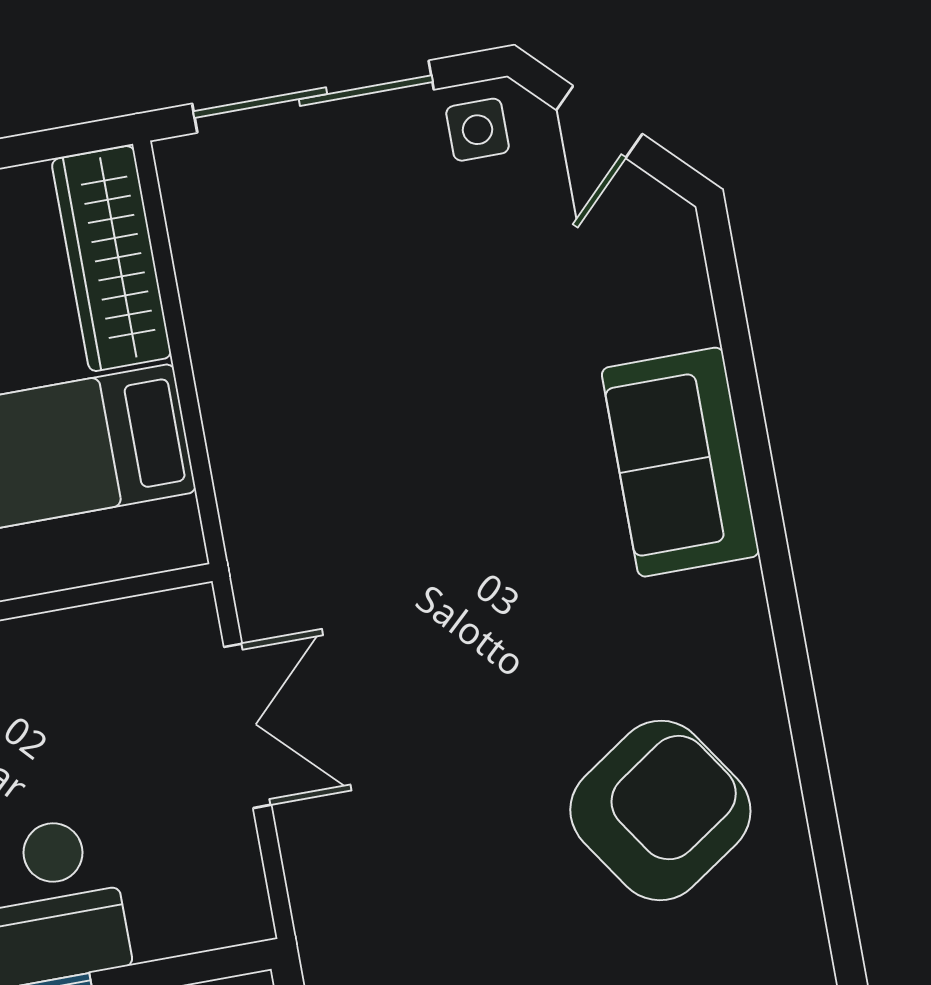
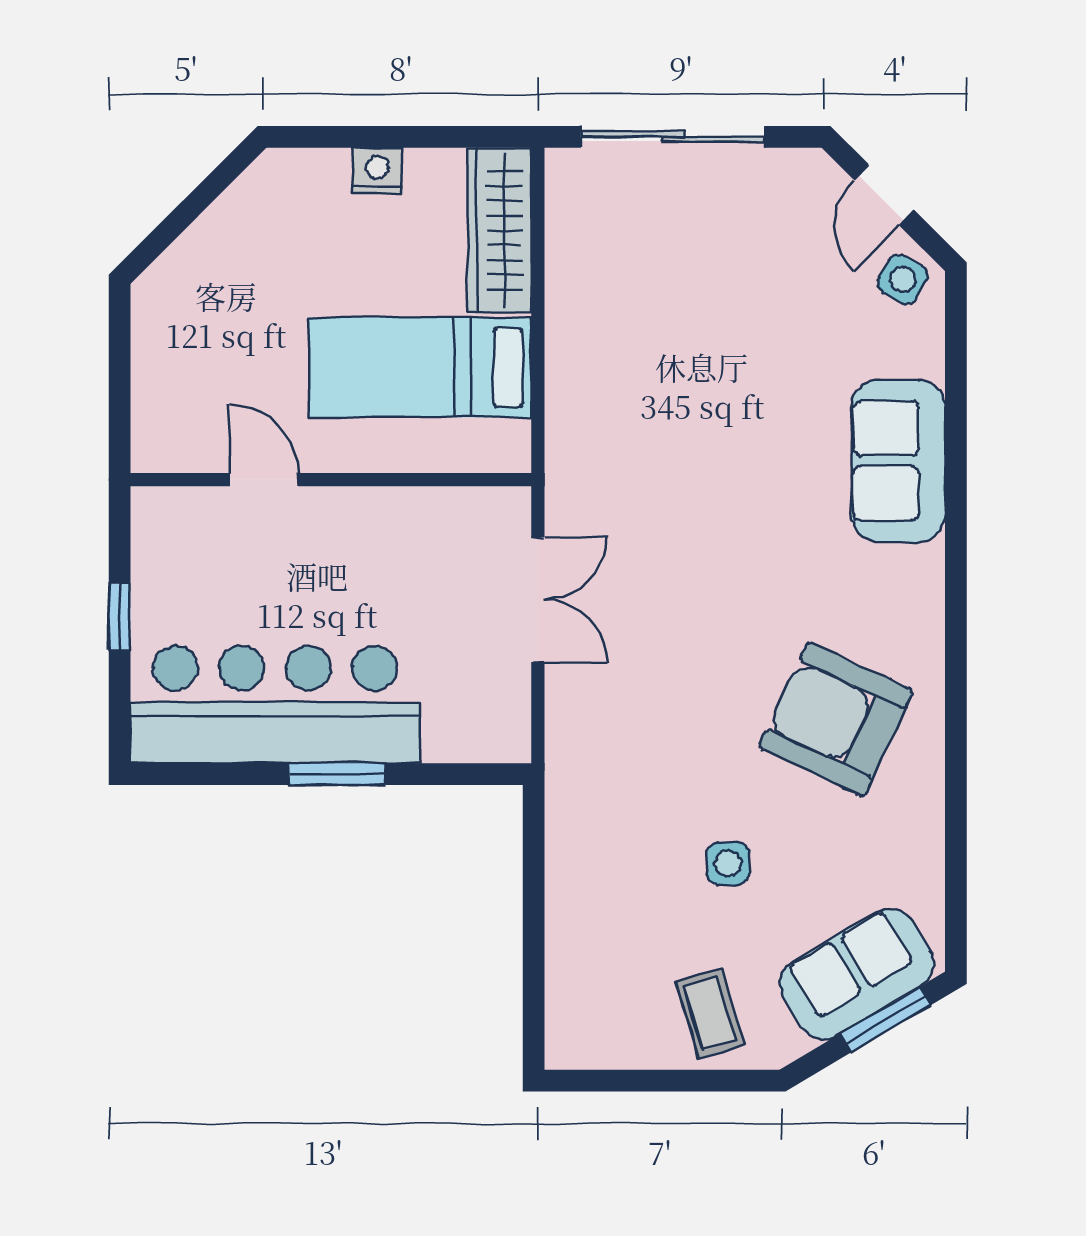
side table: (477, 130) -> (903, 279), moved, turned 30
armchair: (660, 810) -> (836, 719), turned -121

